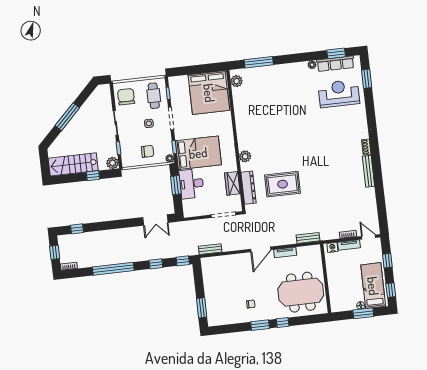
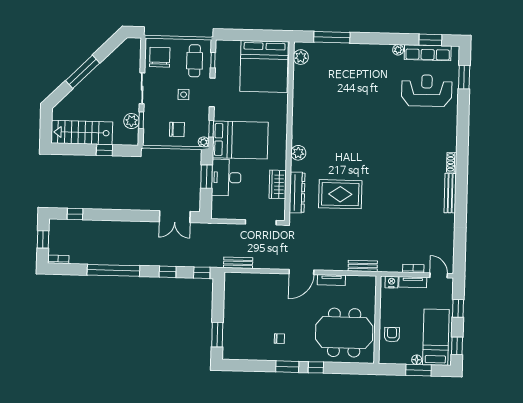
plant: (112, 163) -> (132, 121), moved
armchair: (339, 289) -> (392, 335), added

